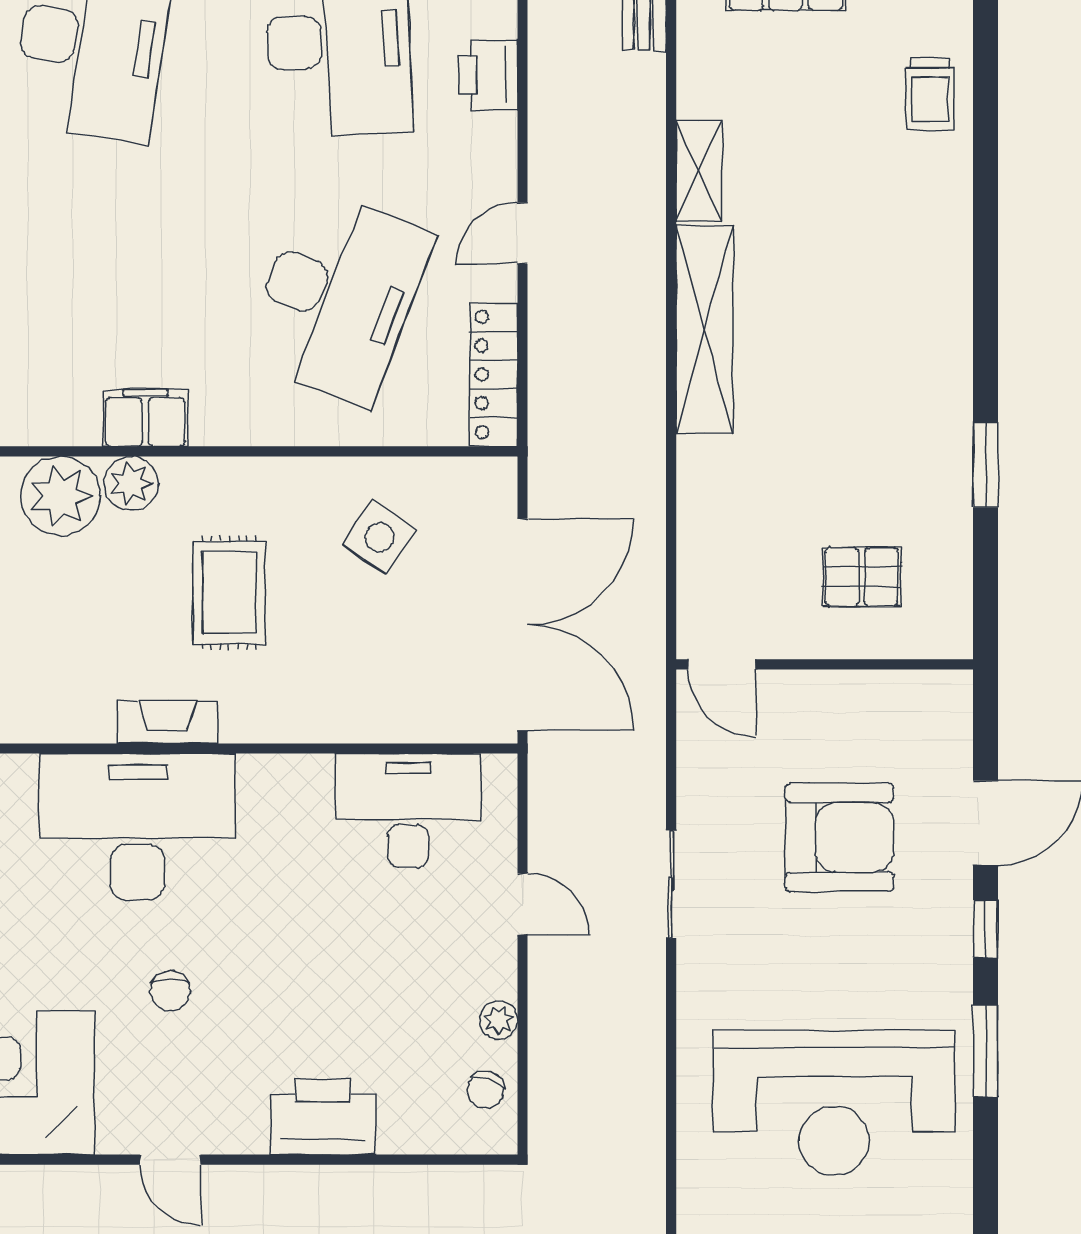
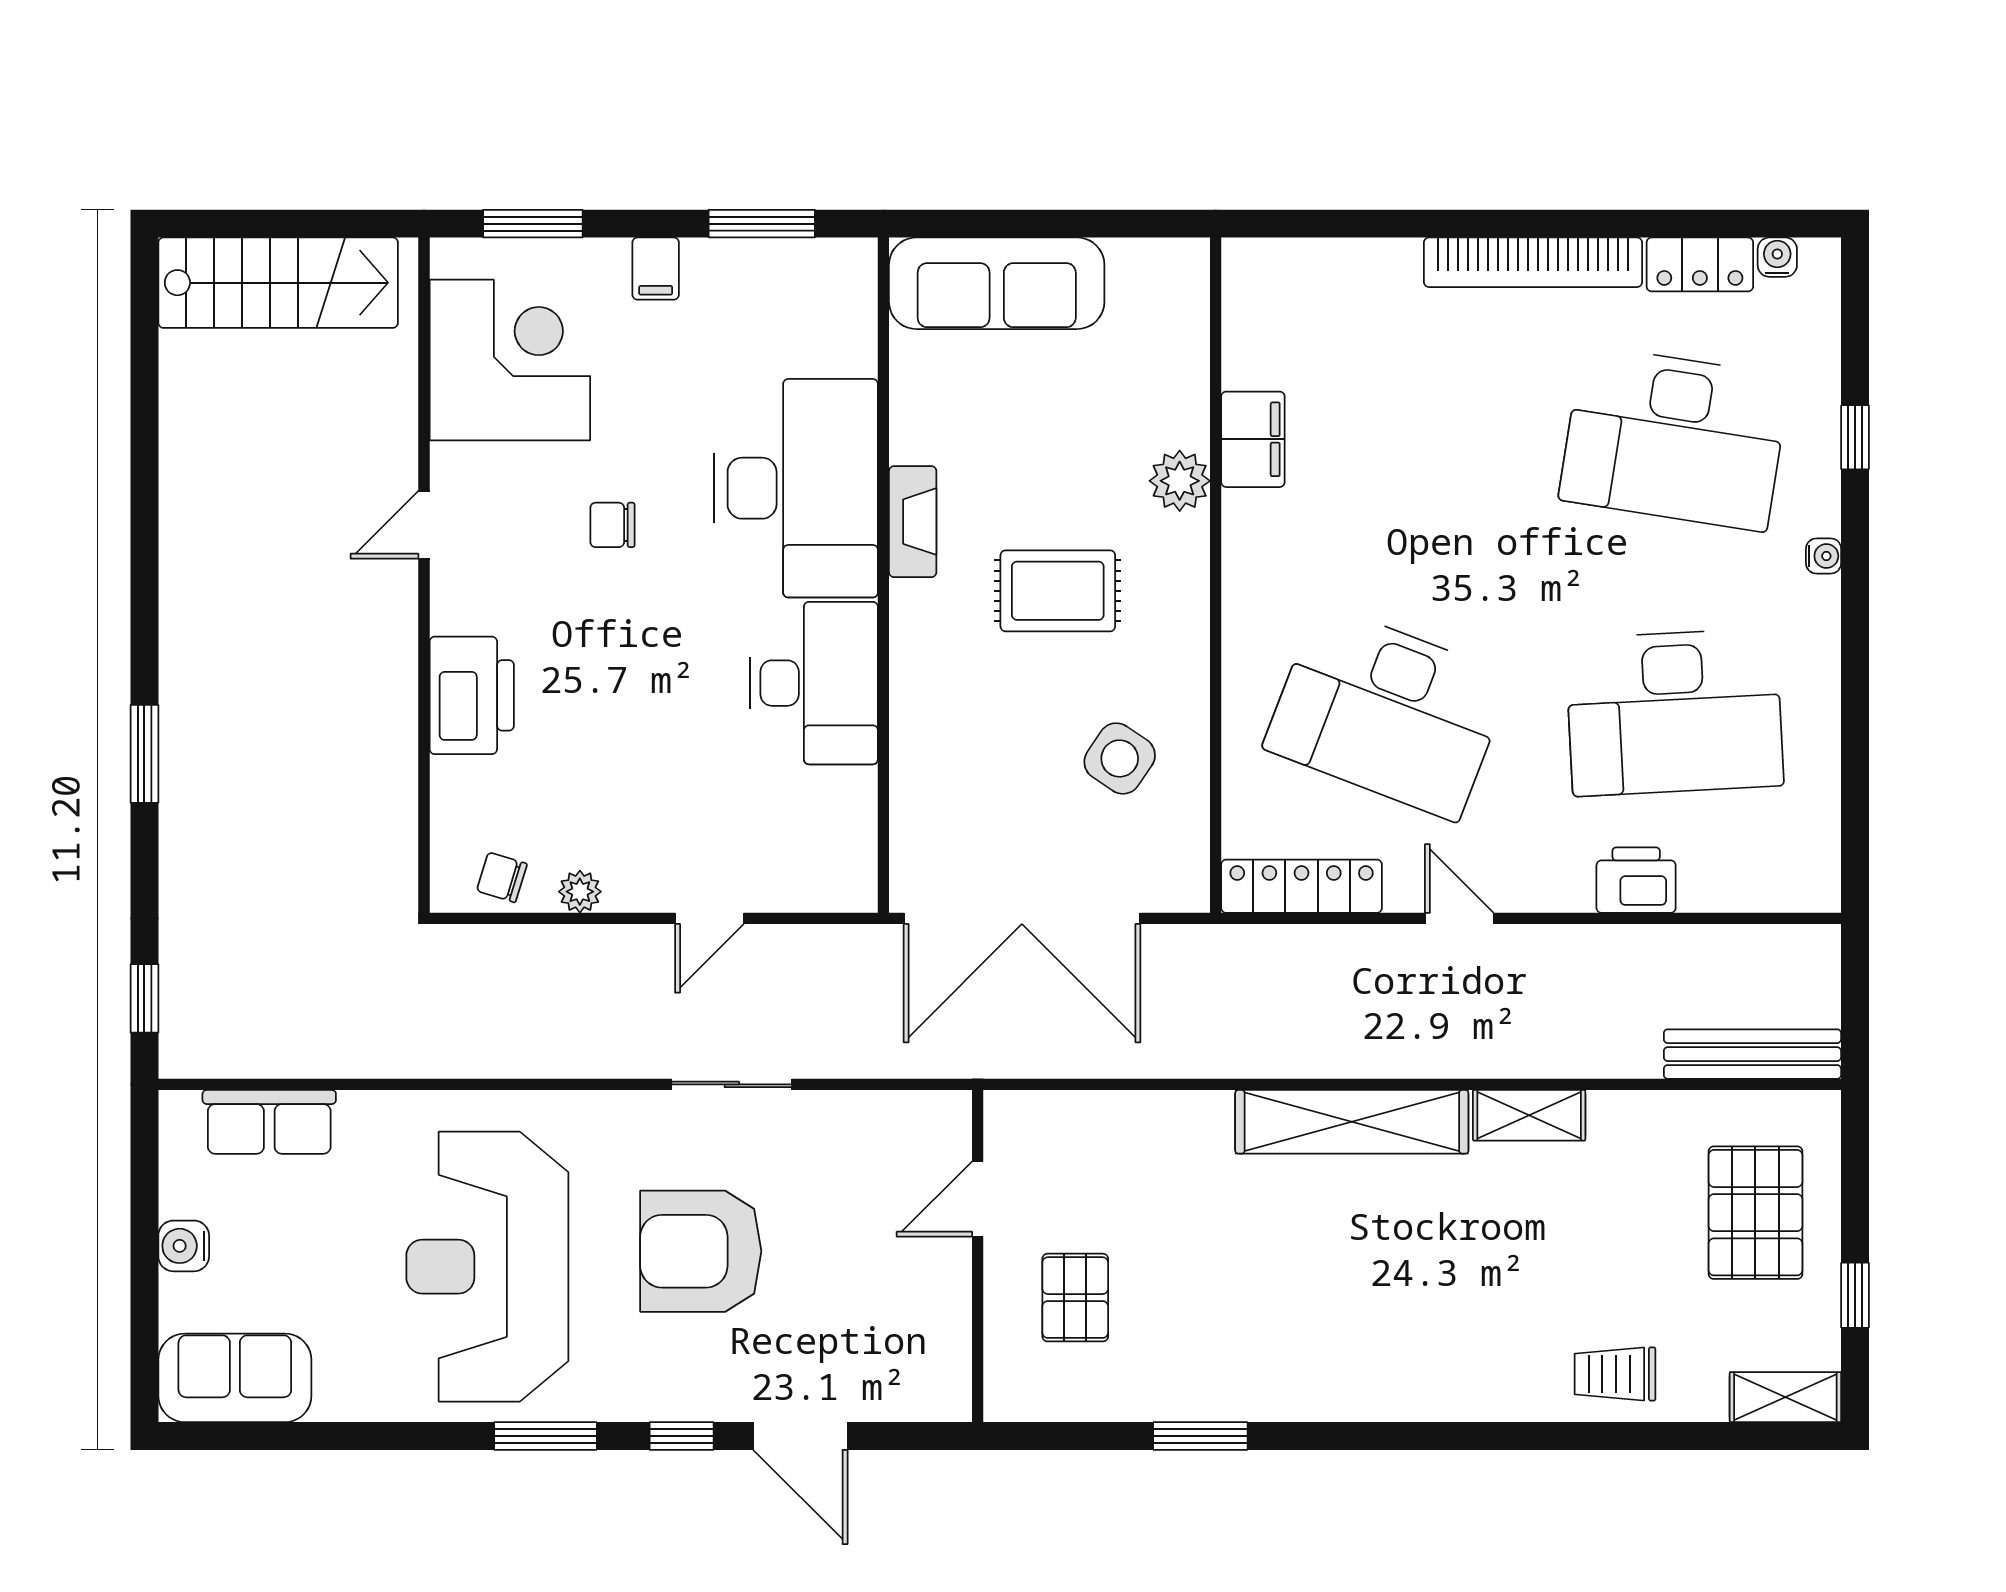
filing cabinet: (145, 418) -> (1253, 439), moved
plant: (60, 496) -> (1166, 402), removed
door: (722, 664) -> (978, 1199), moved
desk: (408, 811) -> (814, 683), moved
armchair: (839, 837) -> (701, 1251), moved, turned 90

